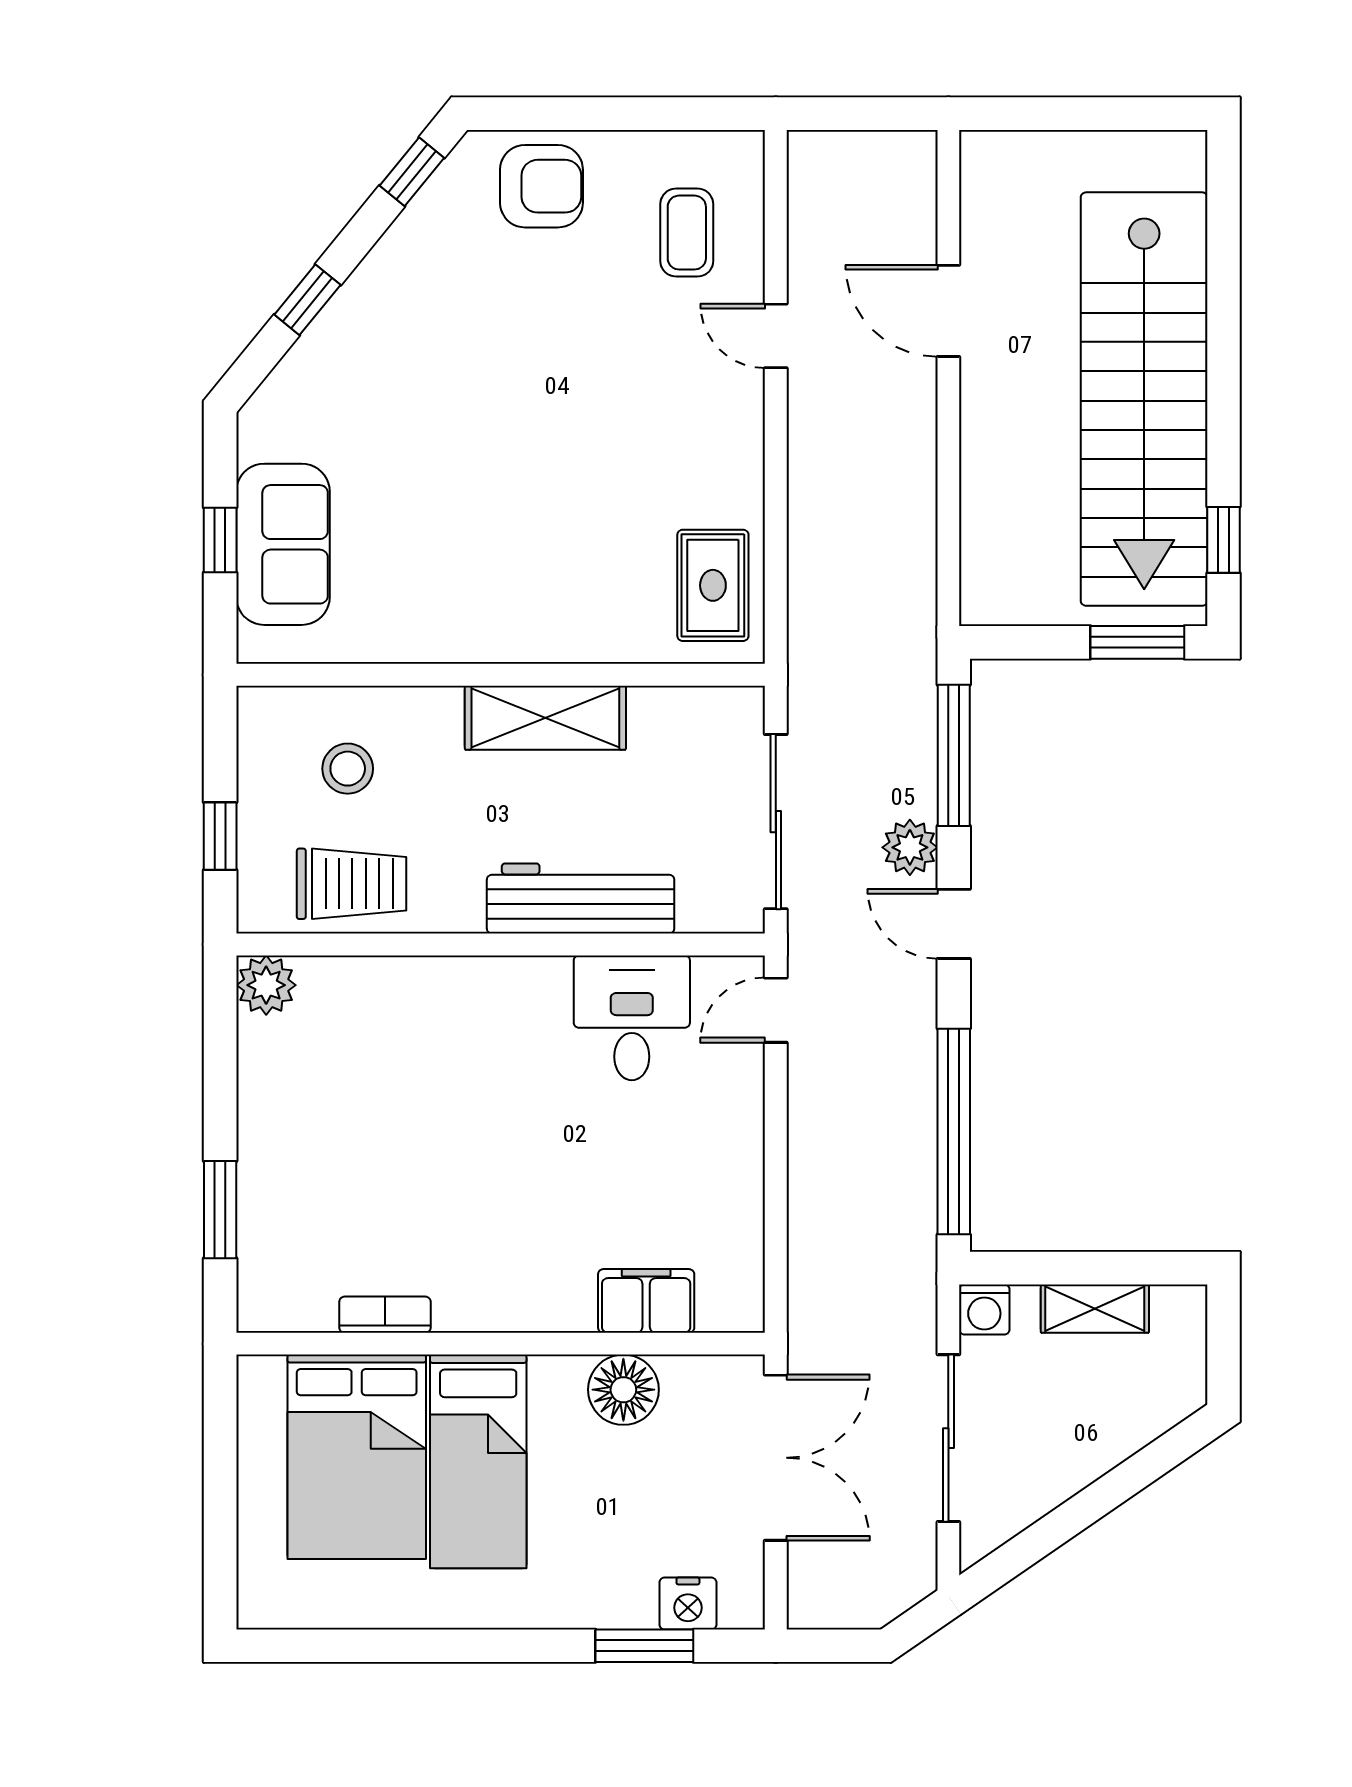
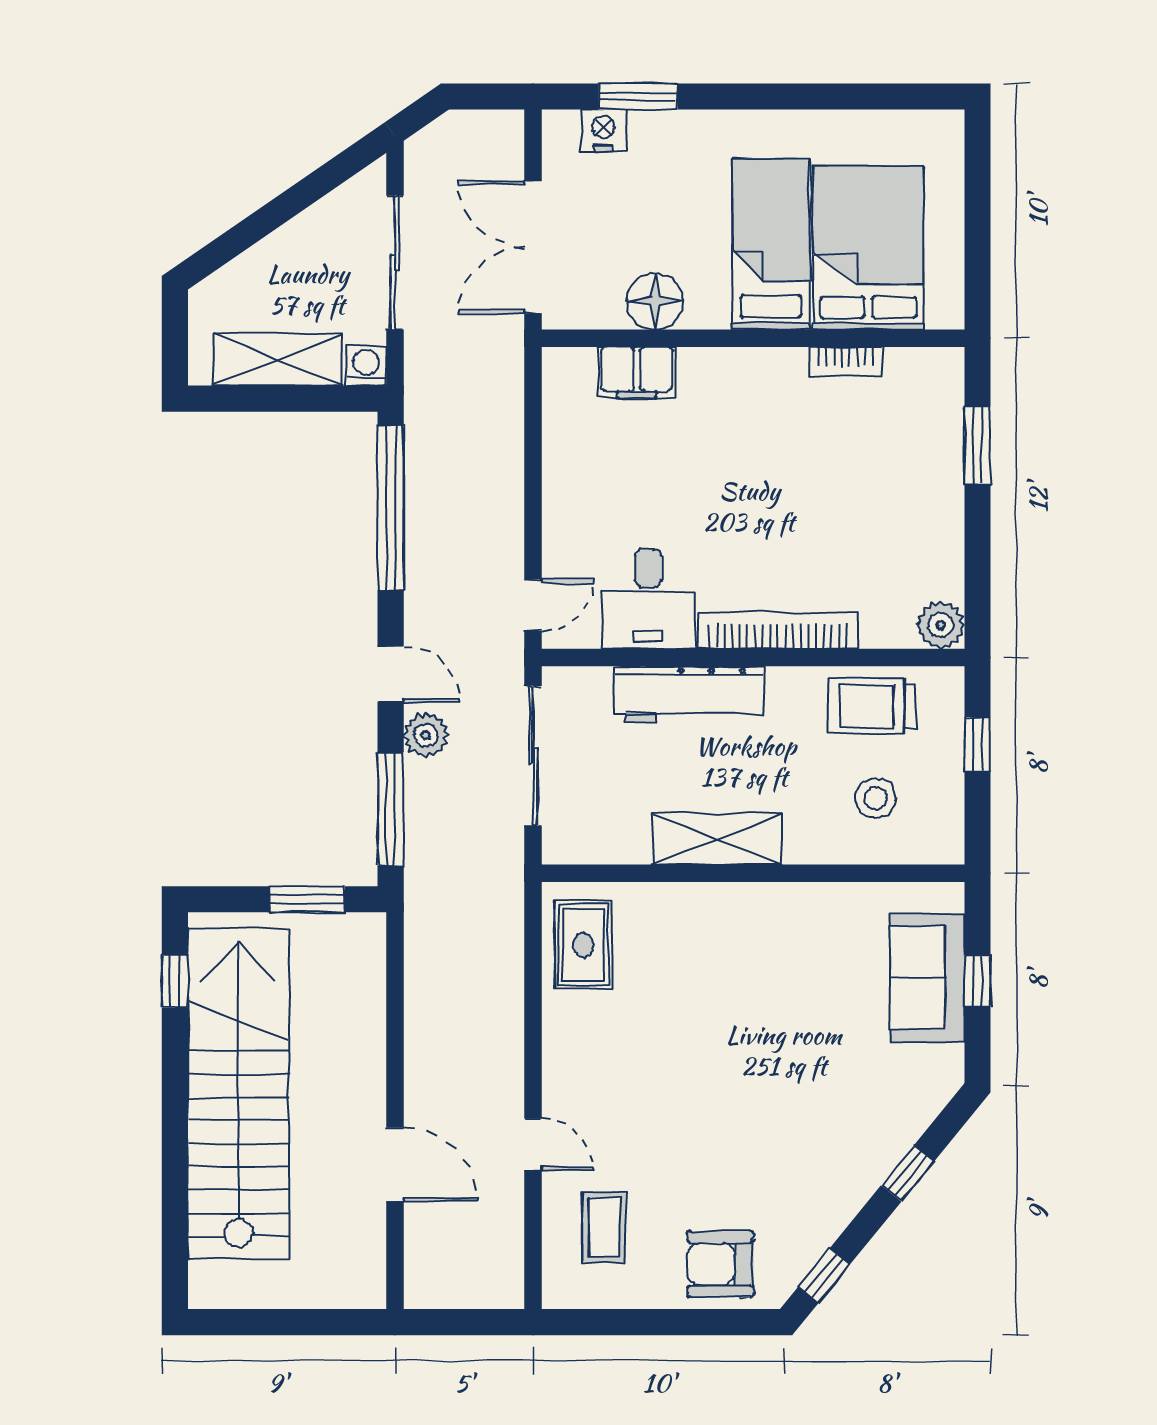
window: (1137, 642) -> (307, 899), moved
bookcase: (470, 978) -> (778, 631), added
shelving: (1095, 1309) -> (278, 360), width x1.50, depth x1.33

